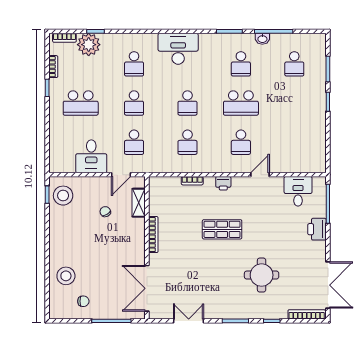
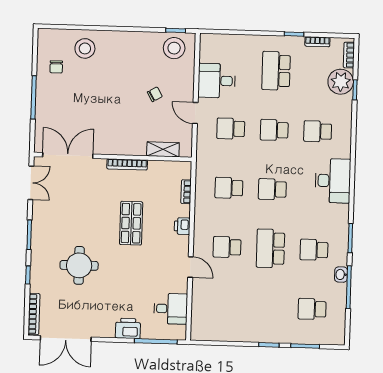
shelving: (139, 203) -> (163, 149), moved
bookcase: (153, 235) -> (127, 164), moved
wall: (147, 248) -> (113, 157), moved
double door: (147, 288) -> (68, 155), moved

